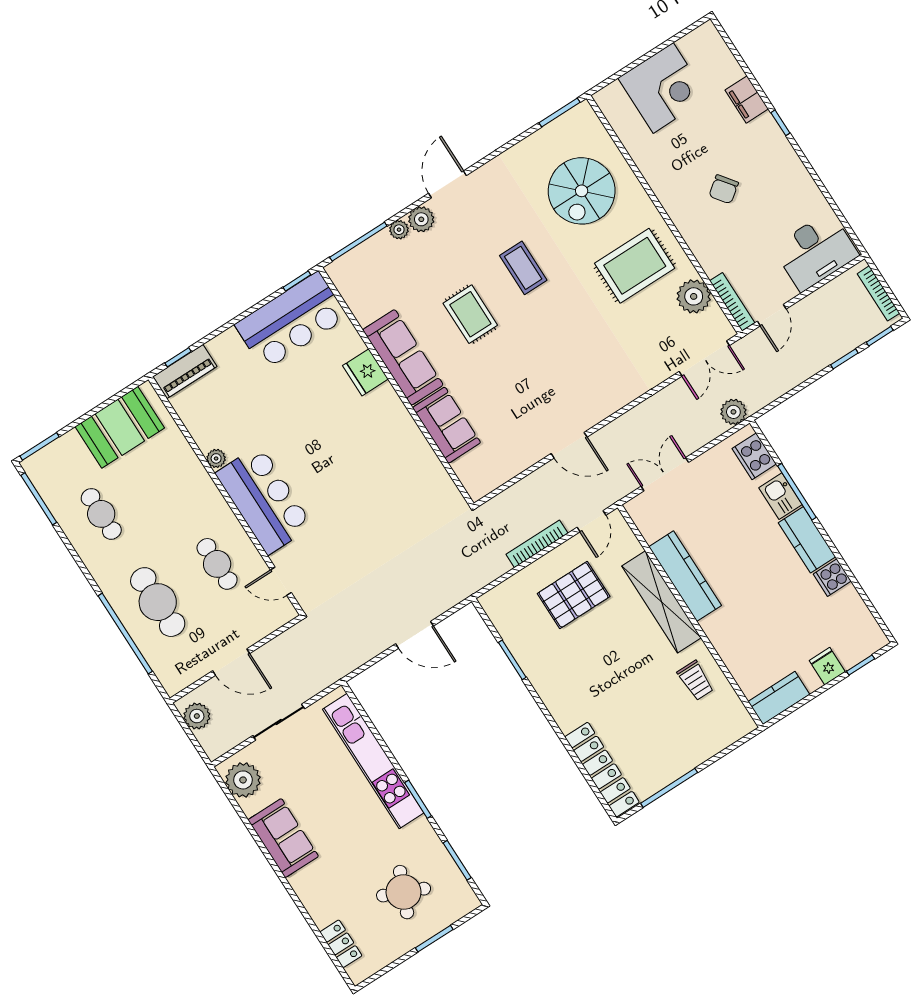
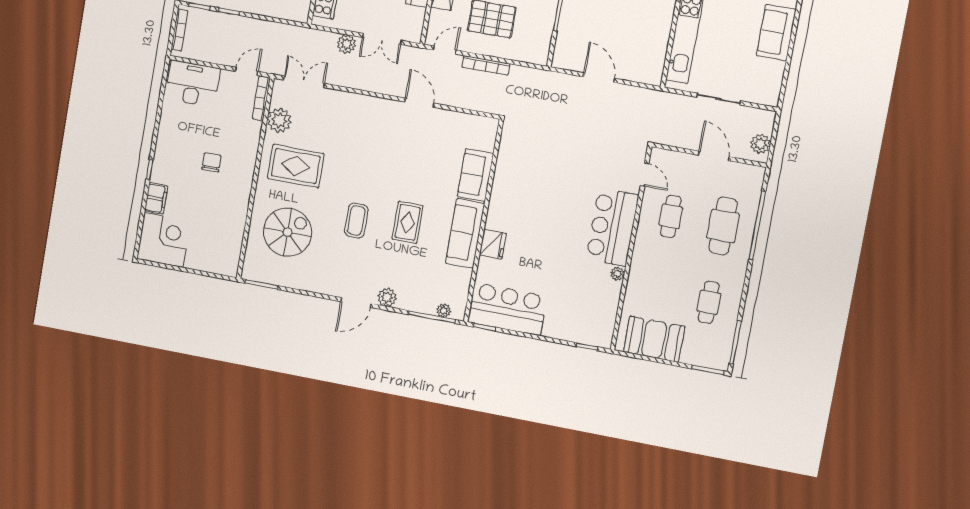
corner desk: (663, 88) -> (164, 240), moved, turned 90
chair: (724, 189) -> (211, 162), turned -54
plant: (399, 230) -> (444, 310), moved
piano: (185, 371) -> (590, 336), removed
plant: (733, 412) -> (346, 44), moved
plant: (243, 780) -> (768, 85), removed

